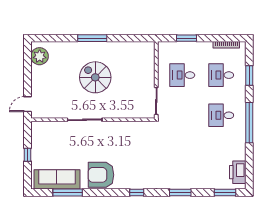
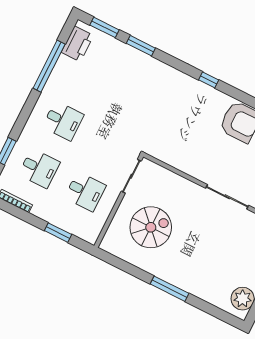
spiral stairs: (95, 77) -> (151, 227), moved, turned -90
window: (249, 123) -> (49, 66), moved
window: (180, 192) -> (141, 46), moved

